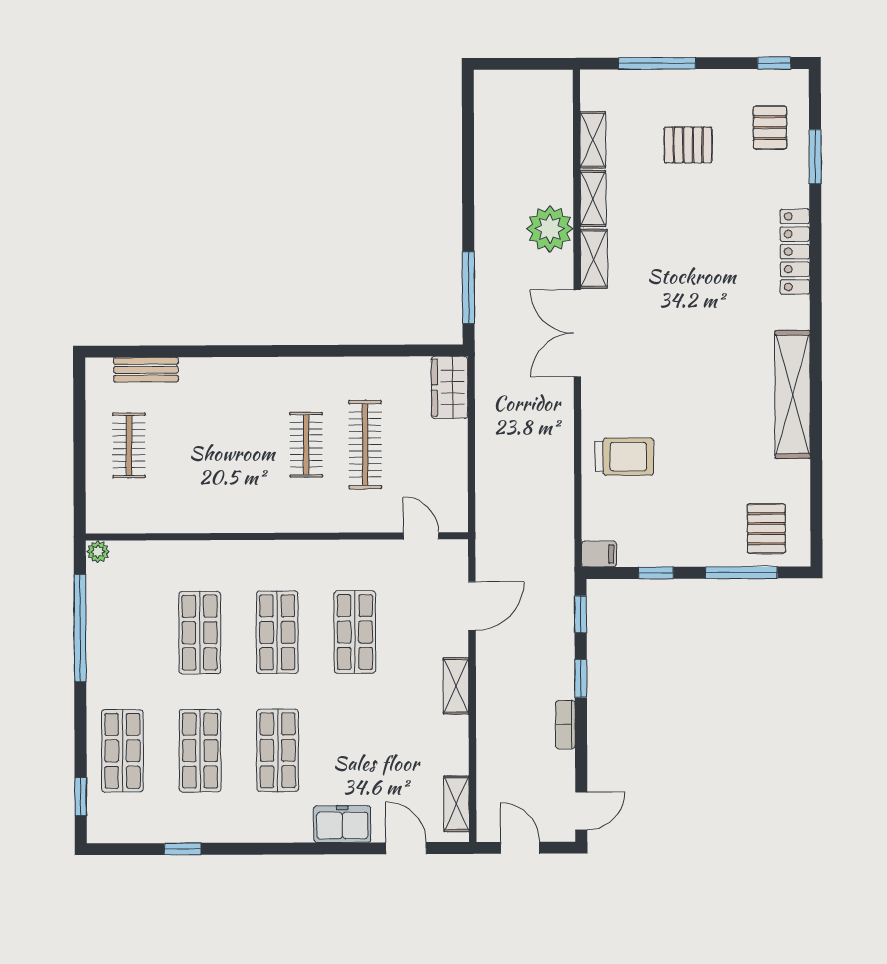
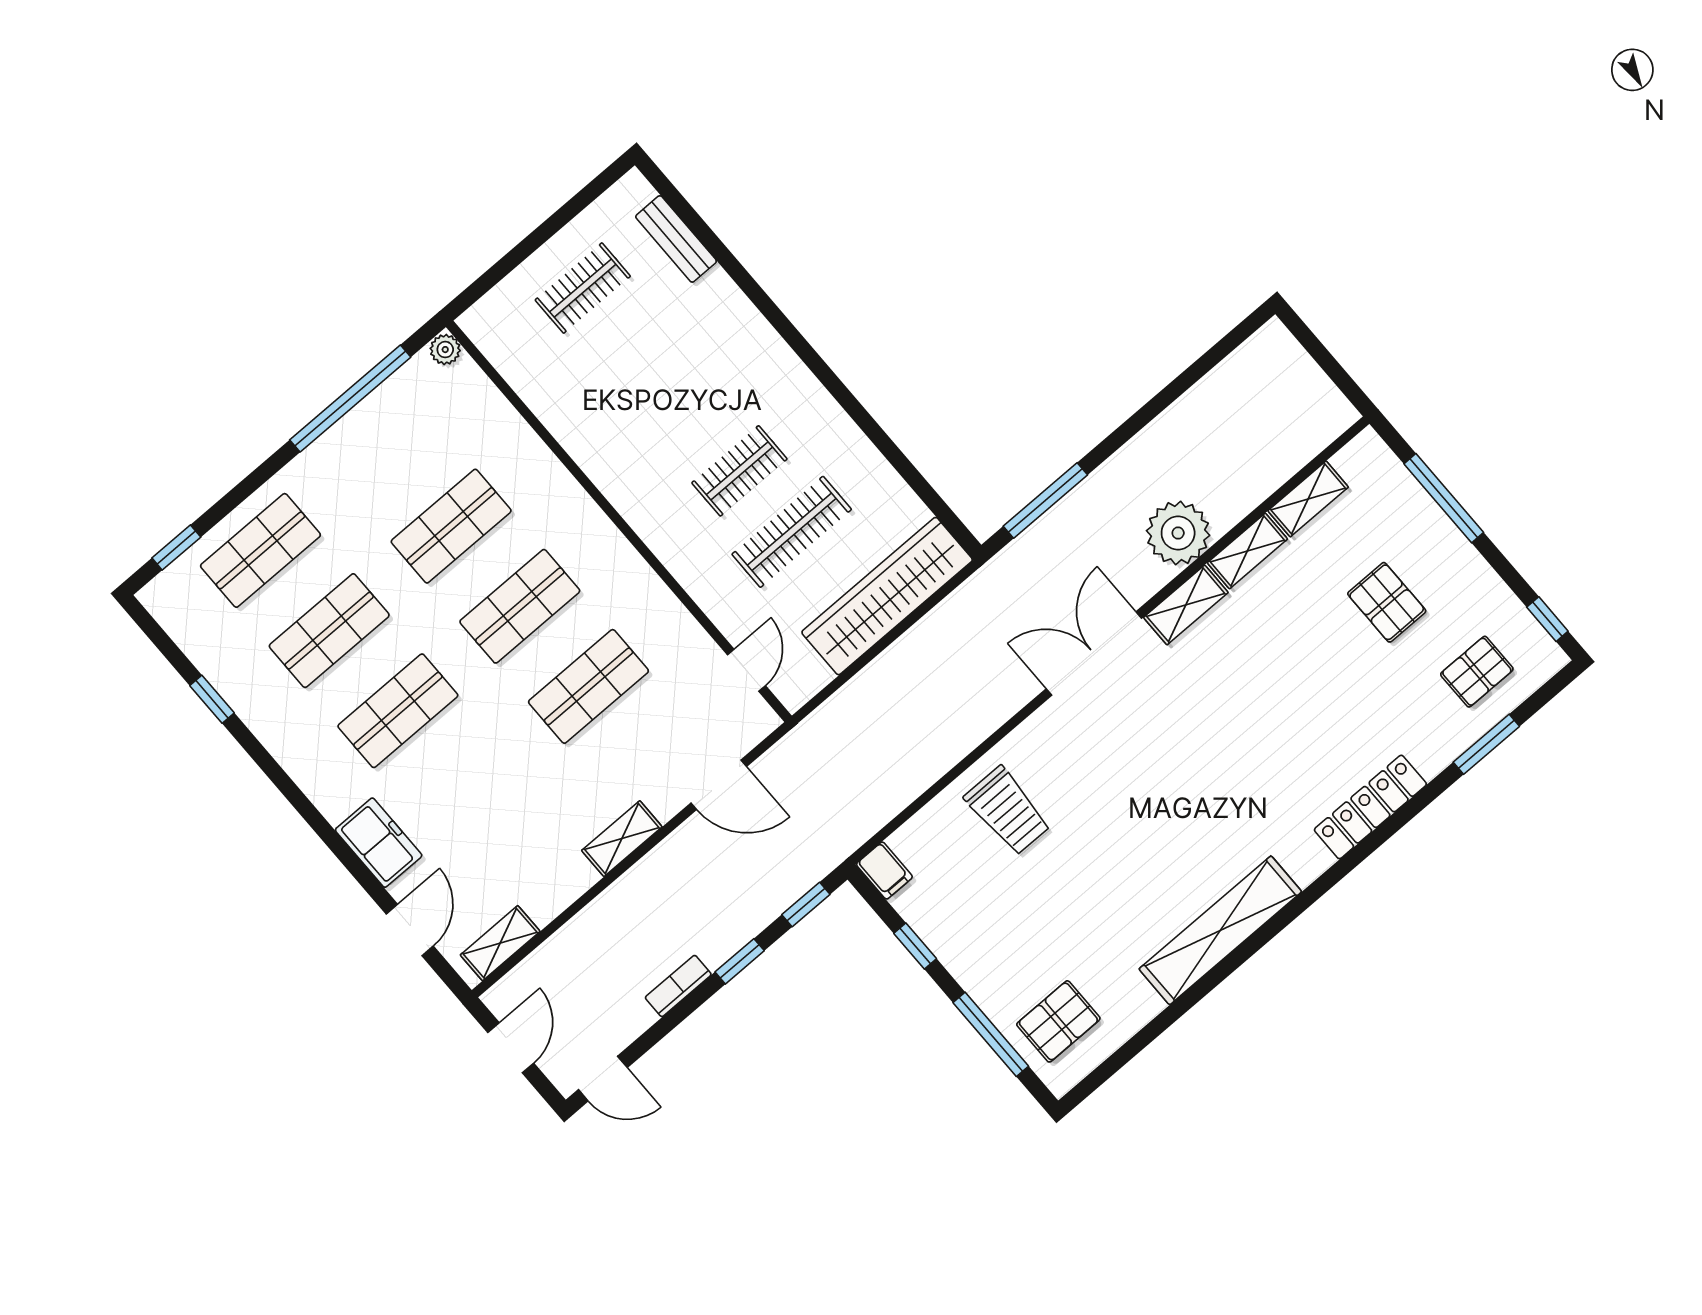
wardrobe: (450, 387) -> (887, 596), width x2.10, depth x1.17

